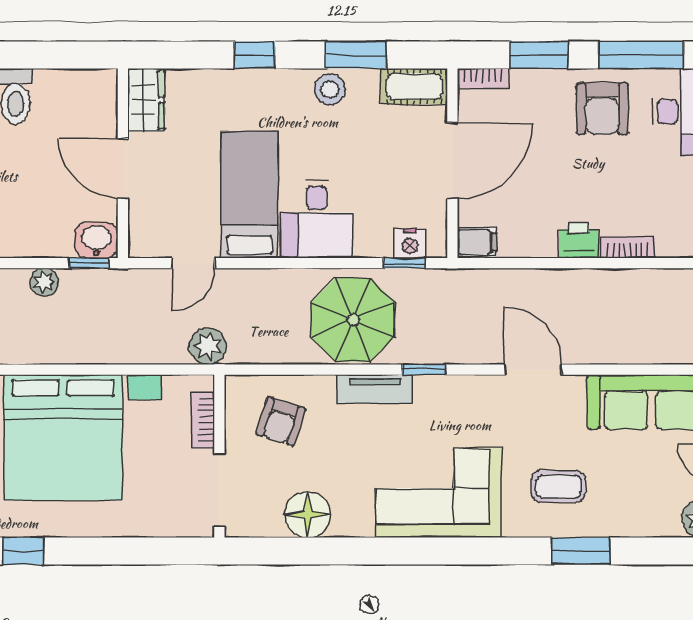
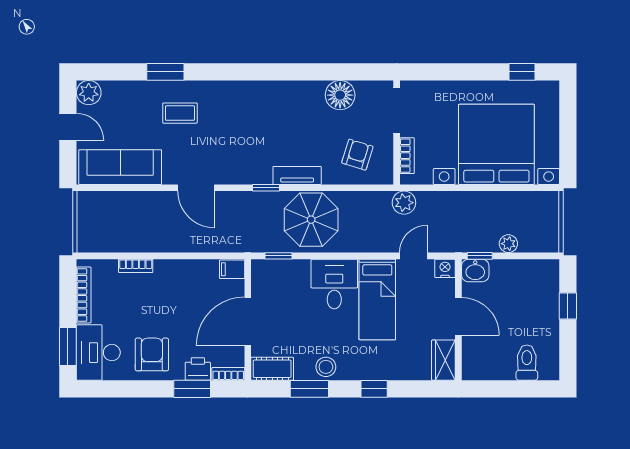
window: (641, 55) -> (127, 389), removed
printer: (579, 240) -> (198, 369), moved, turned 180
nightstand: (410, 243) -> (445, 268), moved
corner sofa: (439, 493) -> (256, 109), removed

